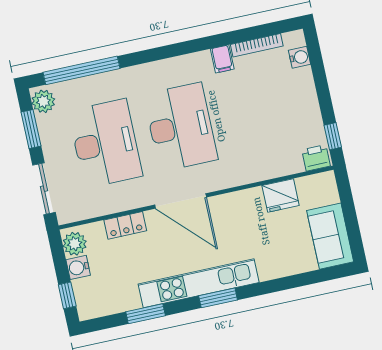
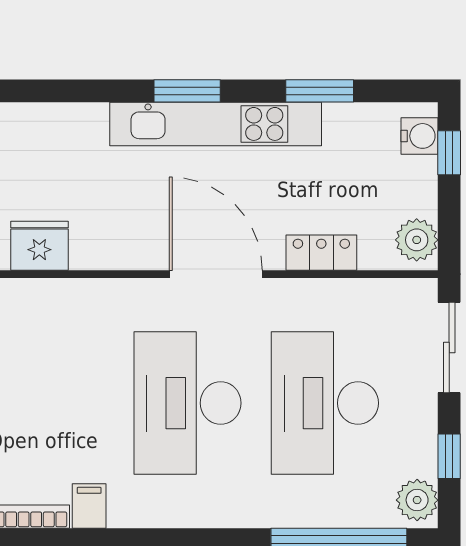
window: (31, 129) -> (449, 456), width x0.67
water cooler: (78, 267) -> (420, 136), moved

